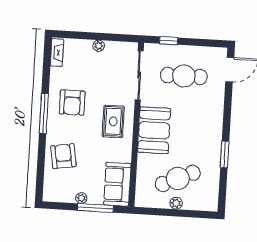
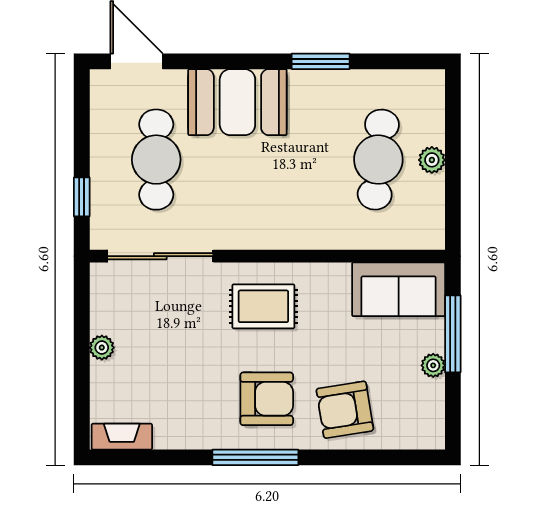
armchair: (72, 103) -> (267, 399), moved
booth: (154, 130) -> (237, 102), moved
cafe table: (178, 178) -> (378, 160), turned 30

